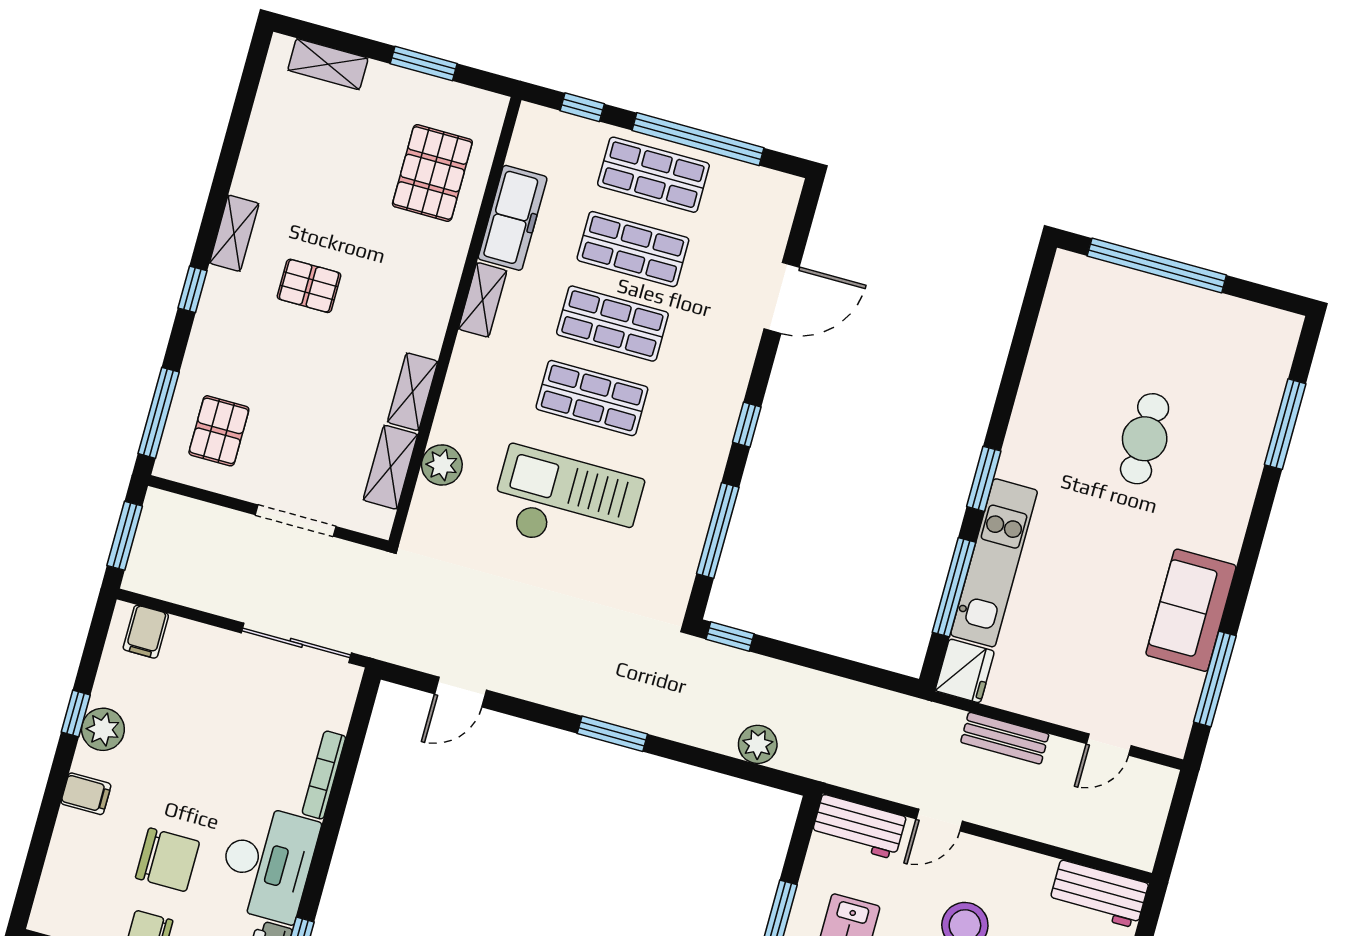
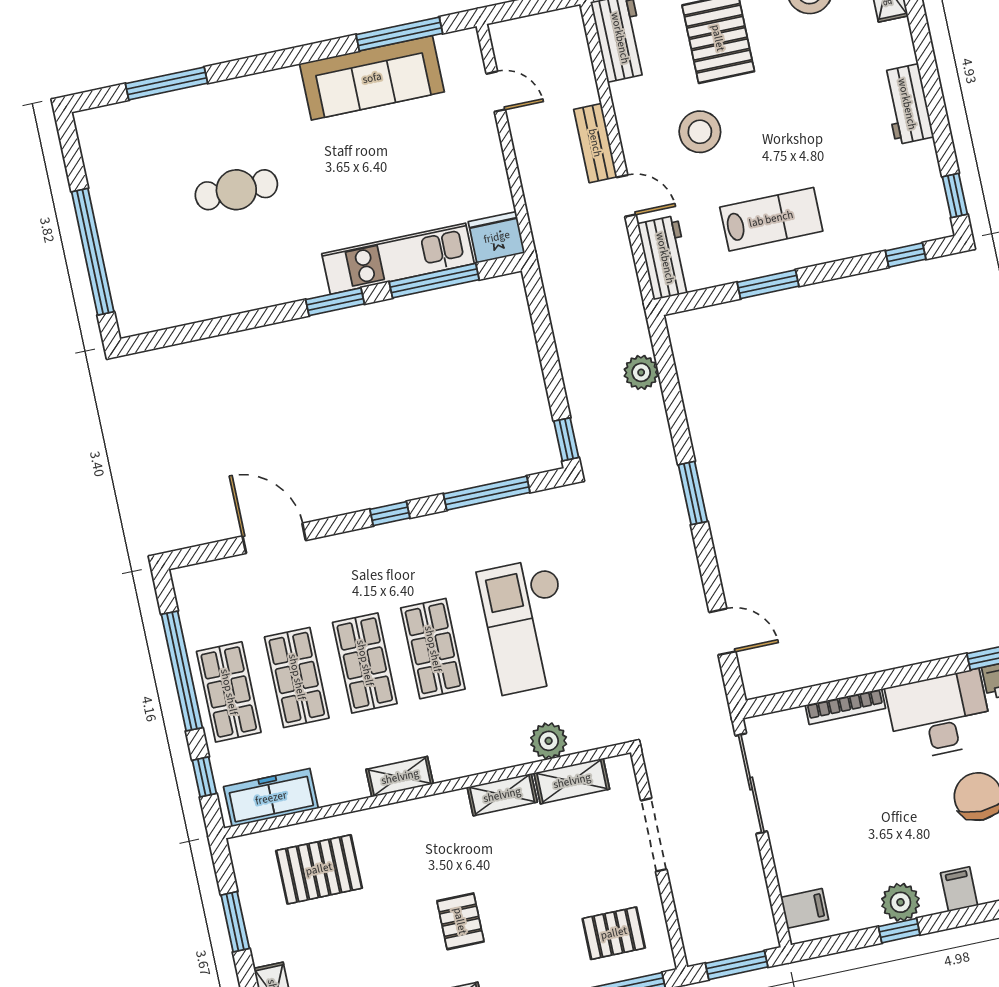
freezer: (513, 218) -> (271, 798), moved
sofa: (1191, 610) -> (372, 78), width x1.36
bench: (1005, 738) -> (595, 143), moved

